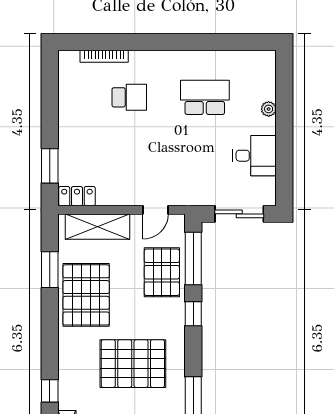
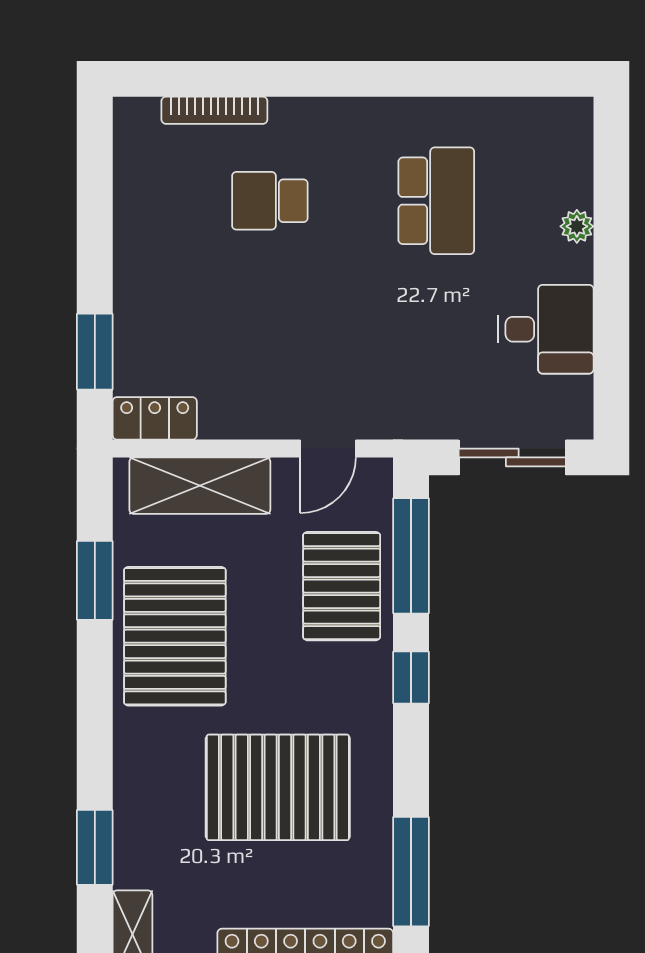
school desk: (129, 97) -> (270, 201), turned 180
school desk: (205, 97) -> (436, 201), turned 90
window: (50, 391) -> (95, 847), width x1.50

